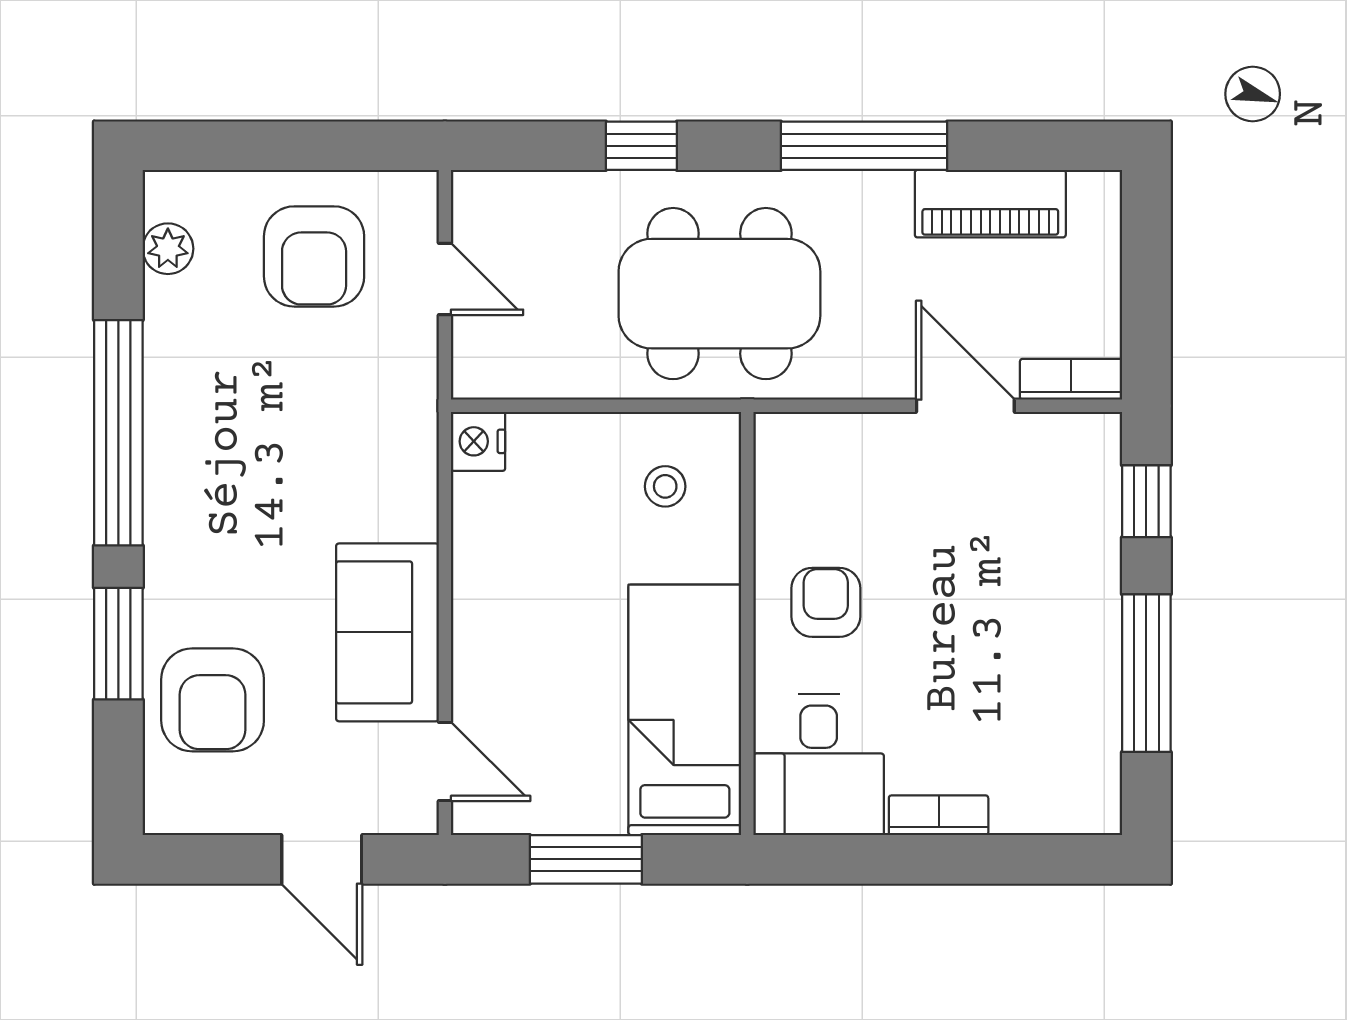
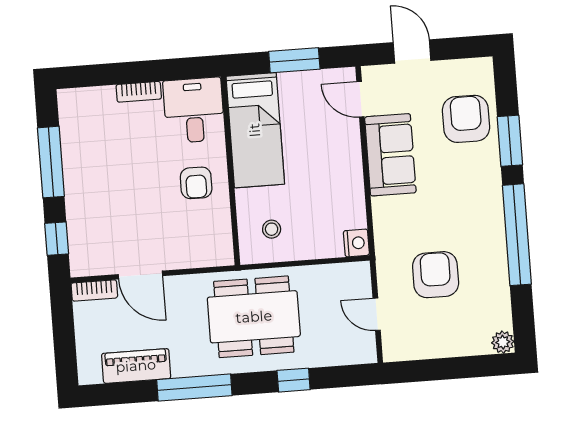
plant: (168, 249) -> (503, 342), moved
armchair: (314, 256) -> (436, 275), moved

